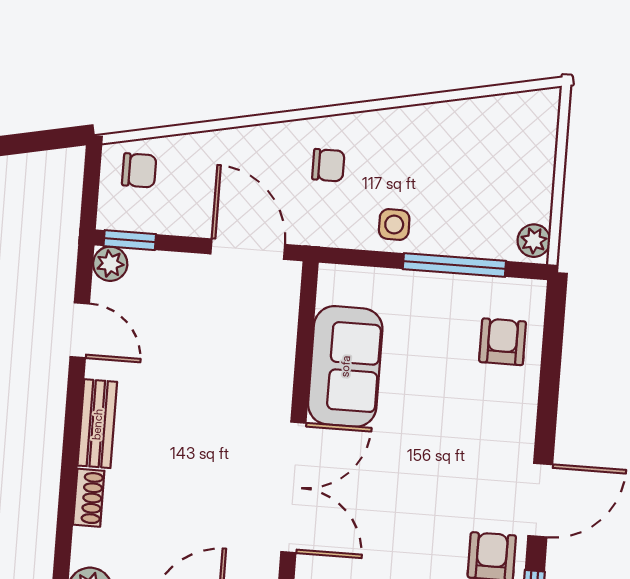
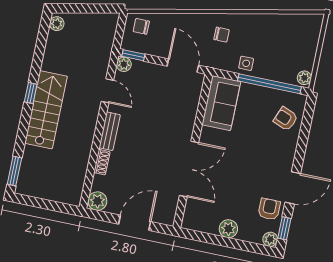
chair: (139, 170) -> (141, 26), turned 180
window: (454, 265) -> (269, 84), width x1.46
armchair: (503, 342) -> (286, 119), turned -68
sofa: (345, 366) -> (221, 103), moved

